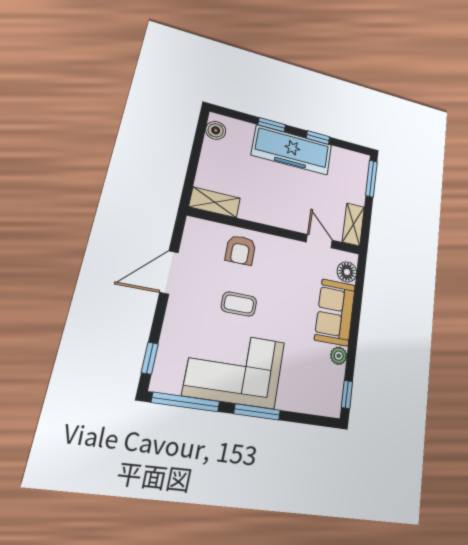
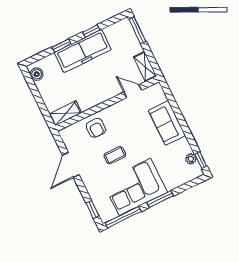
floor lamp: (347, 272) -> (159, 96), removed
plant: (339, 356) -> (191, 159), moved

